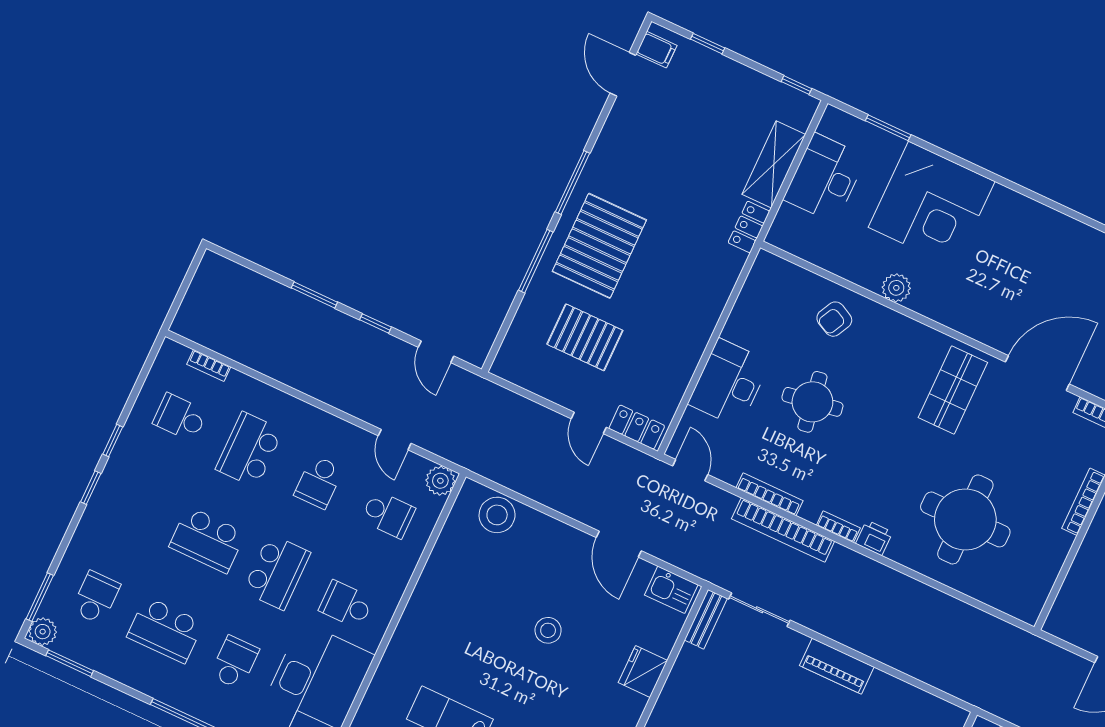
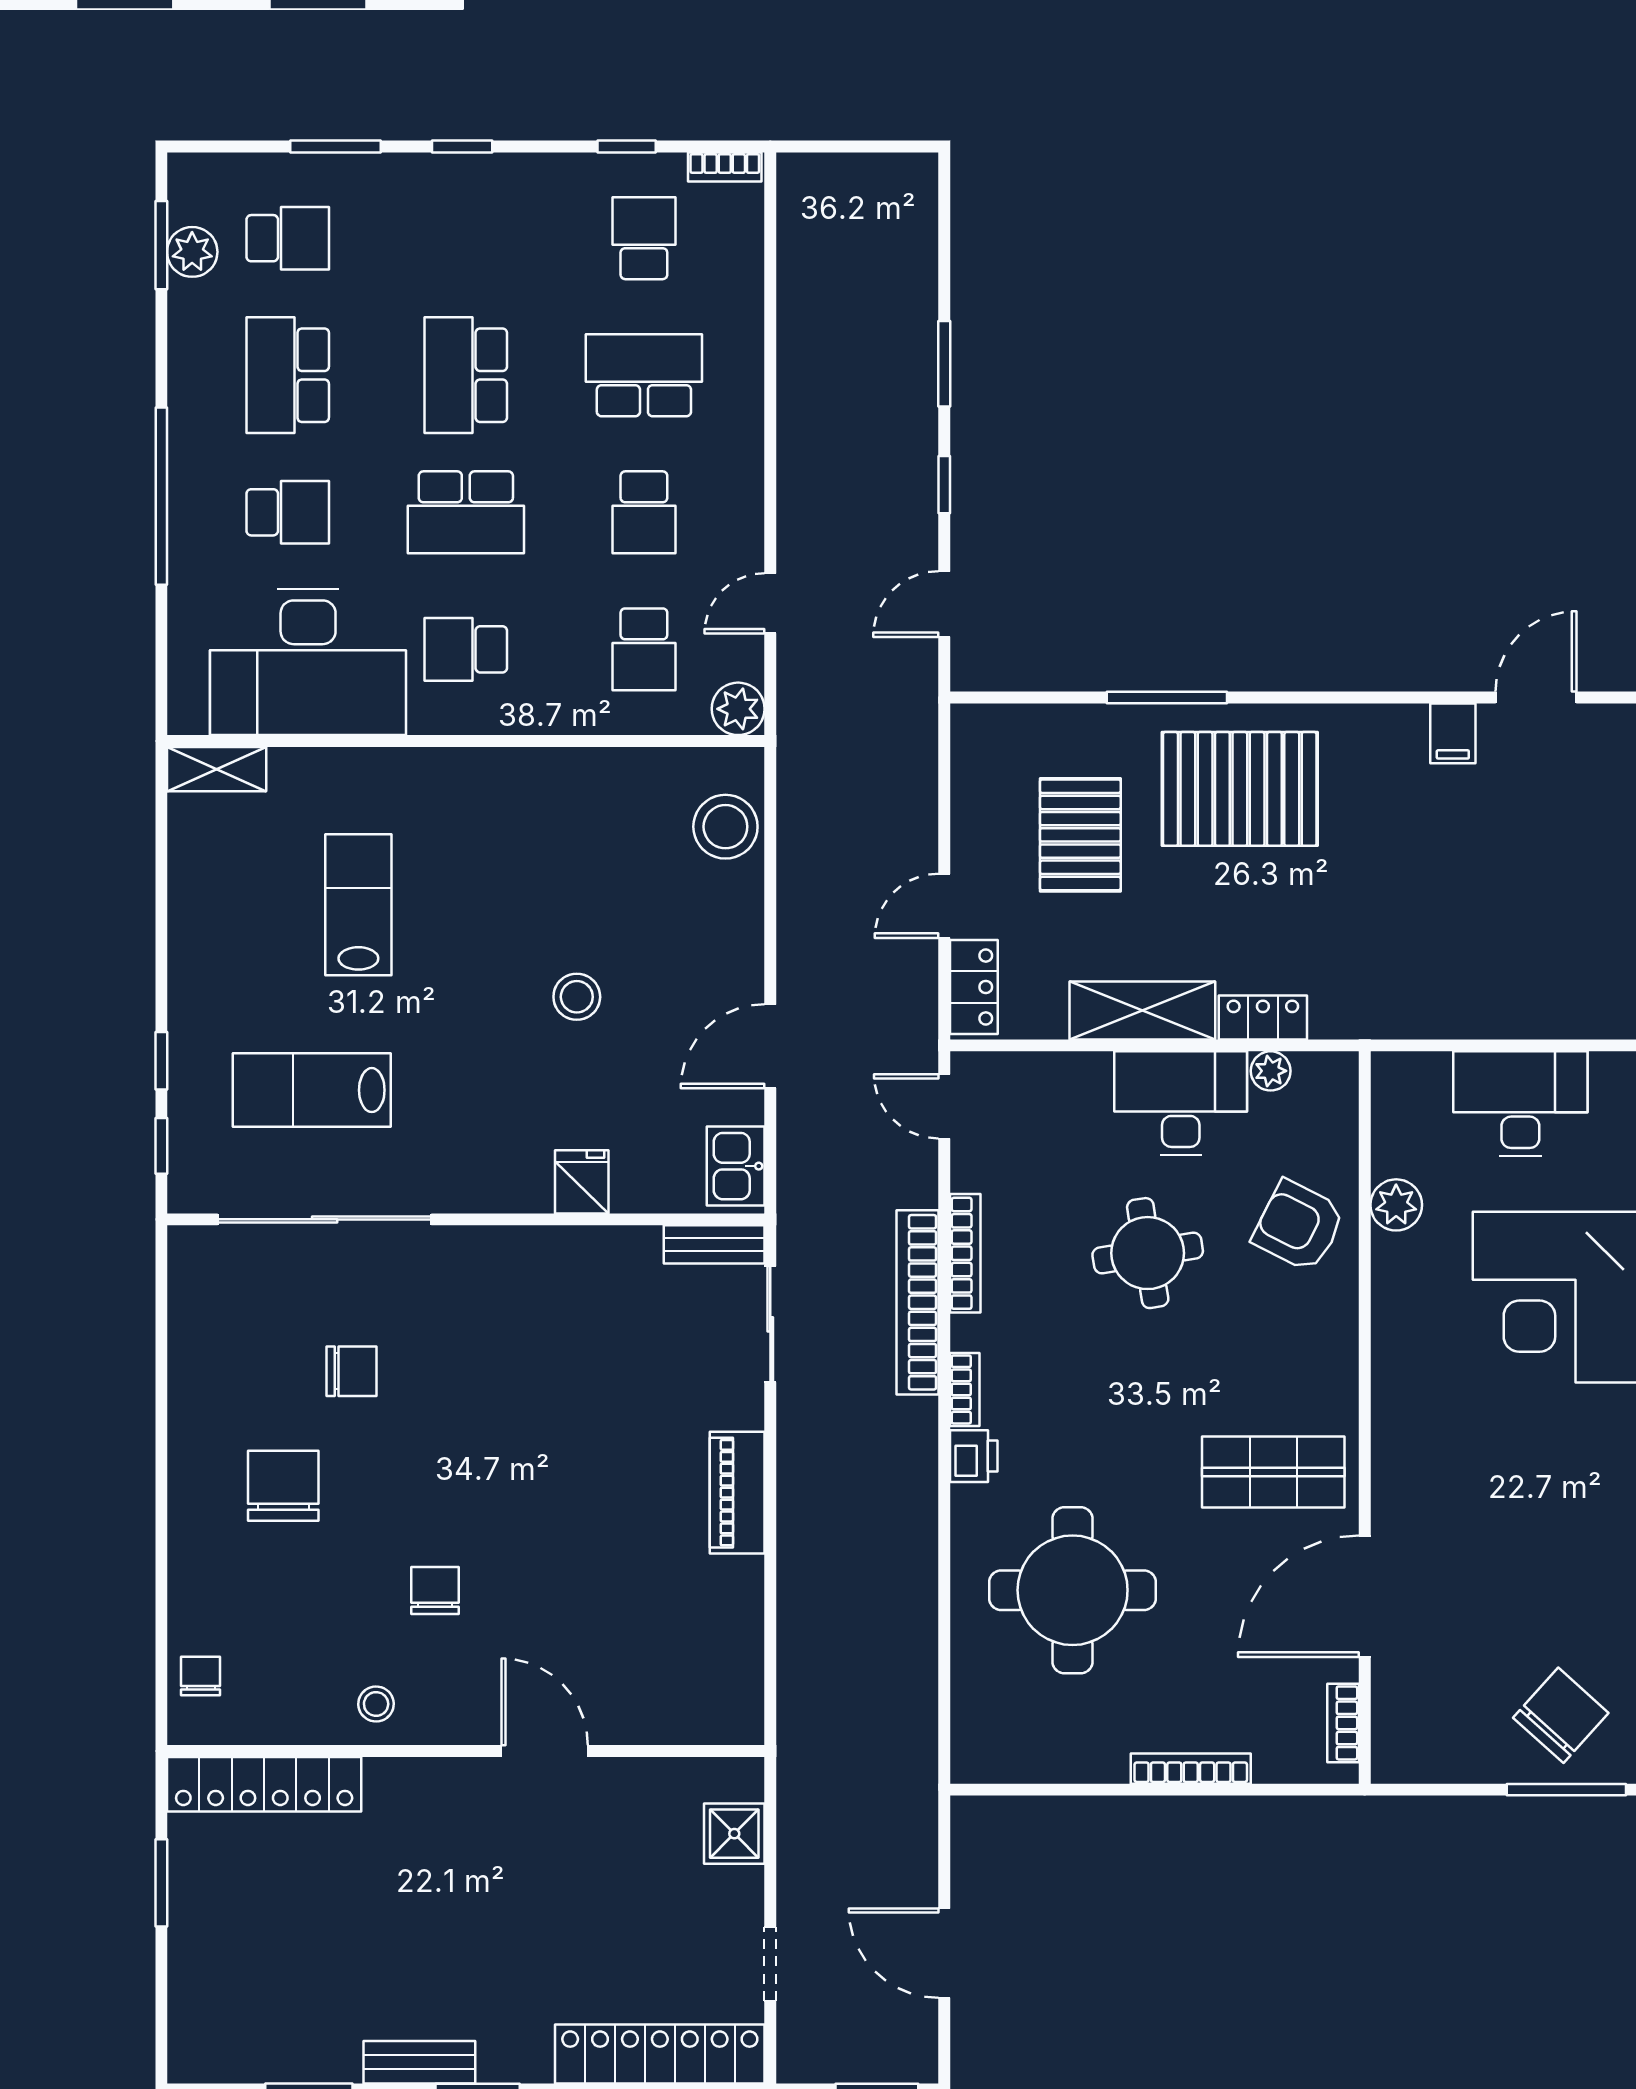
filing cabinet: (656, 50) -> (1453, 733), moved
shelving: (774, 164) -> (1142, 1011), moved
window: (572, 182) -> (1322, 697), removed
locker: (749, 227) -> (1263, 1017), moved
plant: (896, 288) -> (1396, 1205), moved
plant: (749, 297) -> (1271, 1071), added
armchair: (834, 319) -> (1299, 1226), width x1.38, depth x1.38
bookcase: (209, 366) -> (725, 167), moved, turned -90
door: (1037, 373) -> (1365, 1596), swing flipped
desk: (729, 383) -> (1181, 1103), moved
window: (113, 440) -> (627, 147), moved
door: (690, 470) -> (944, 1106), swing flipped
school desk: (319, 482) -> (644, 512), turned -90
window: (40, 597) -> (335, 147), moved
school desk: (346, 604) -> (466, 649), turned -90
plant: (43, 632) -> (192, 252), moved
fridge: (643, 672) -> (582, 1182), width x0.72

